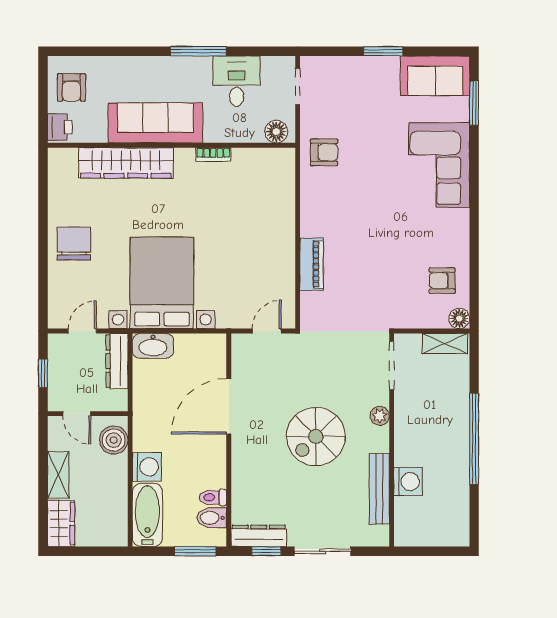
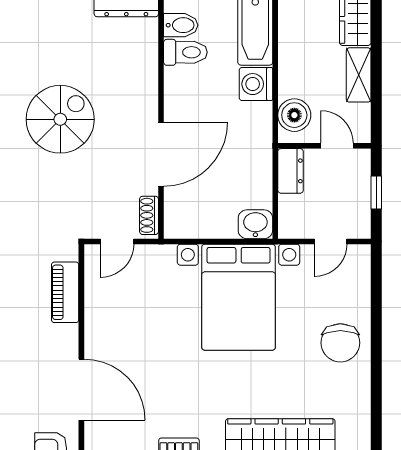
door: (298, 203) -> (81, 390), added
piano: (312, 264) -> (65, 292), moved
washbasin: (153, 346) -> (255, 224), width x0.72
shoe rack: (239, 354) -> (149, 215), added
dresser: (117, 361) -> (291, 171), moved, width x0.70
toilet: (213, 497) -> (185, 52), width x1.37, depth x1.39

